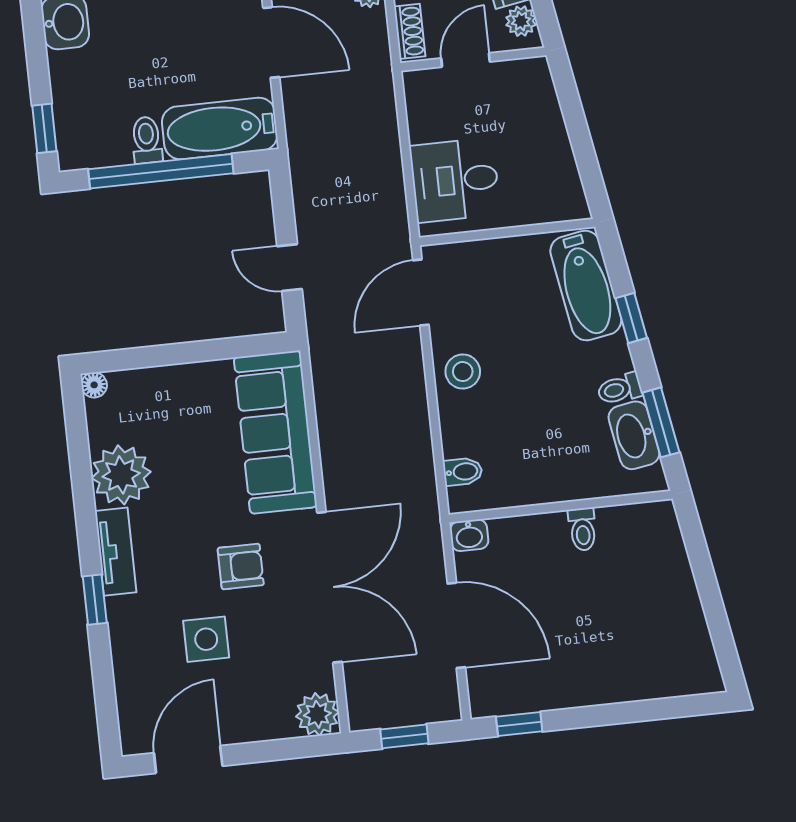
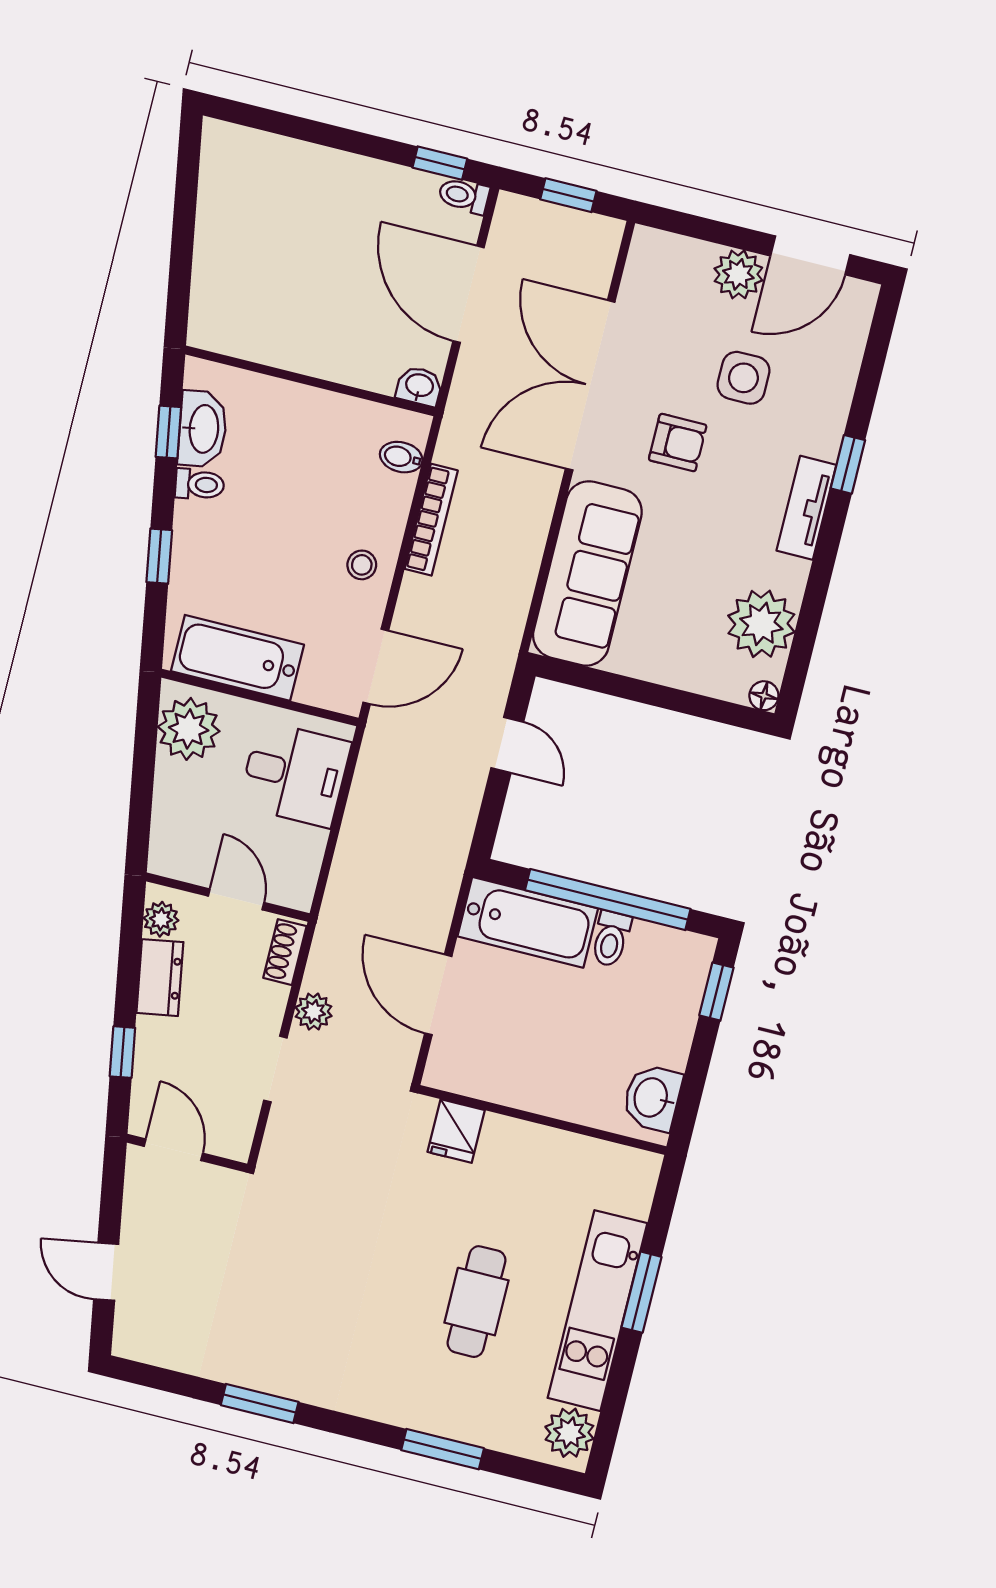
door: (465, 60) -> (236, 899), swing flipped
plant: (555, 185) -> (189, 729), added
bathtub: (586, 286) -> (237, 658), moved, turned -80
stool: (463, 372) -> (362, 565), width x0.73, depth x0.73
window: (661, 422) -> (168, 432), width x0.67
bookcase: (419, 429) -> (431, 520), added
plant: (121, 475) -> (761, 624), moved
toilet: (583, 529) -> (464, 196), moved, turned -90
armchair: (241, 566) -> (678, 443), turned 180
plant: (317, 714) -> (738, 274), moved

